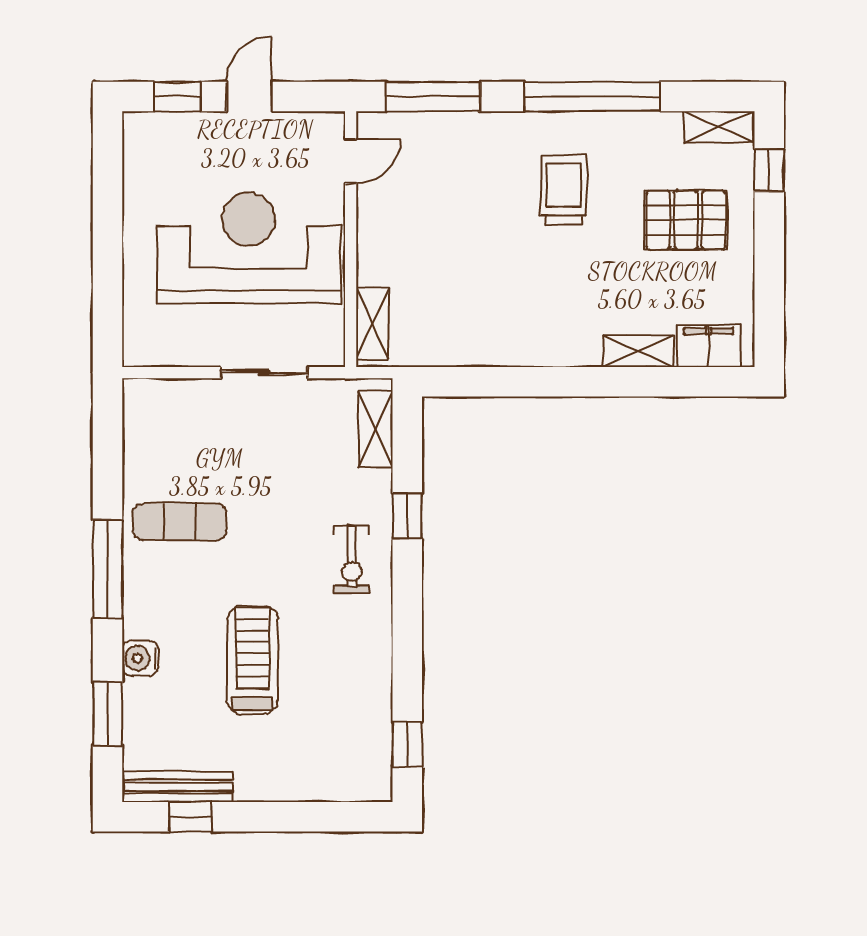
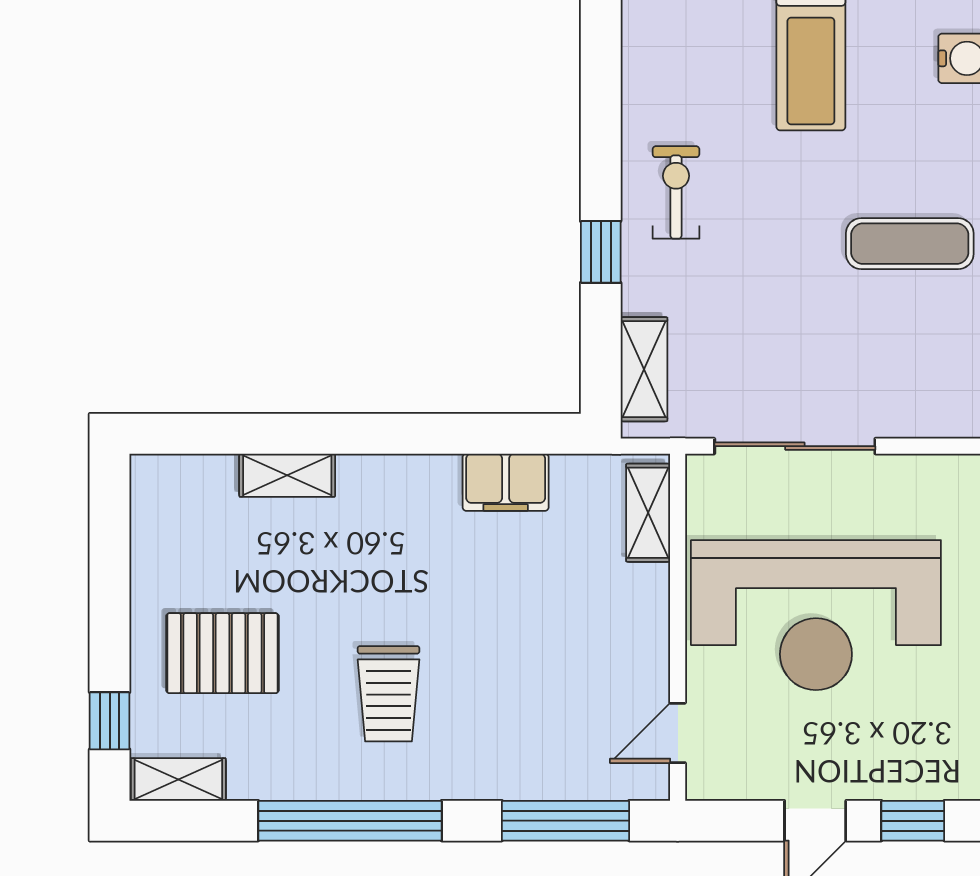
filing cabinet: (708, 346) -> (506, 482), moved
sliding door: (264, 373) -> (795, 446), width x1.37

